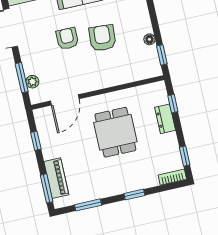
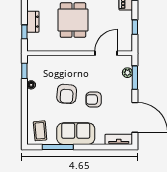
armchair: (67, 39) -> (94, 99), turned 90

